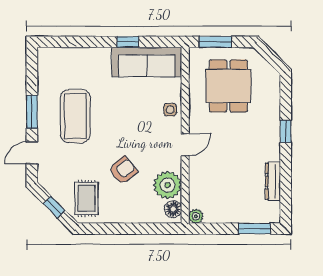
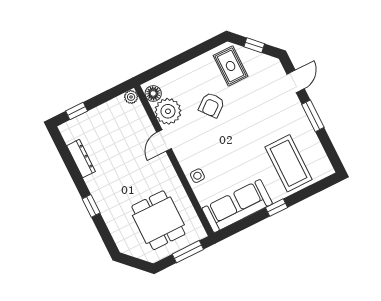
window: (128, 42) -> (277, 208), moved
coffee table: (75, 116) -> (289, 163), moved
door: (185, 145) -> (164, 141), moved
window: (254, 229) -> (77, 111), width x0.67

